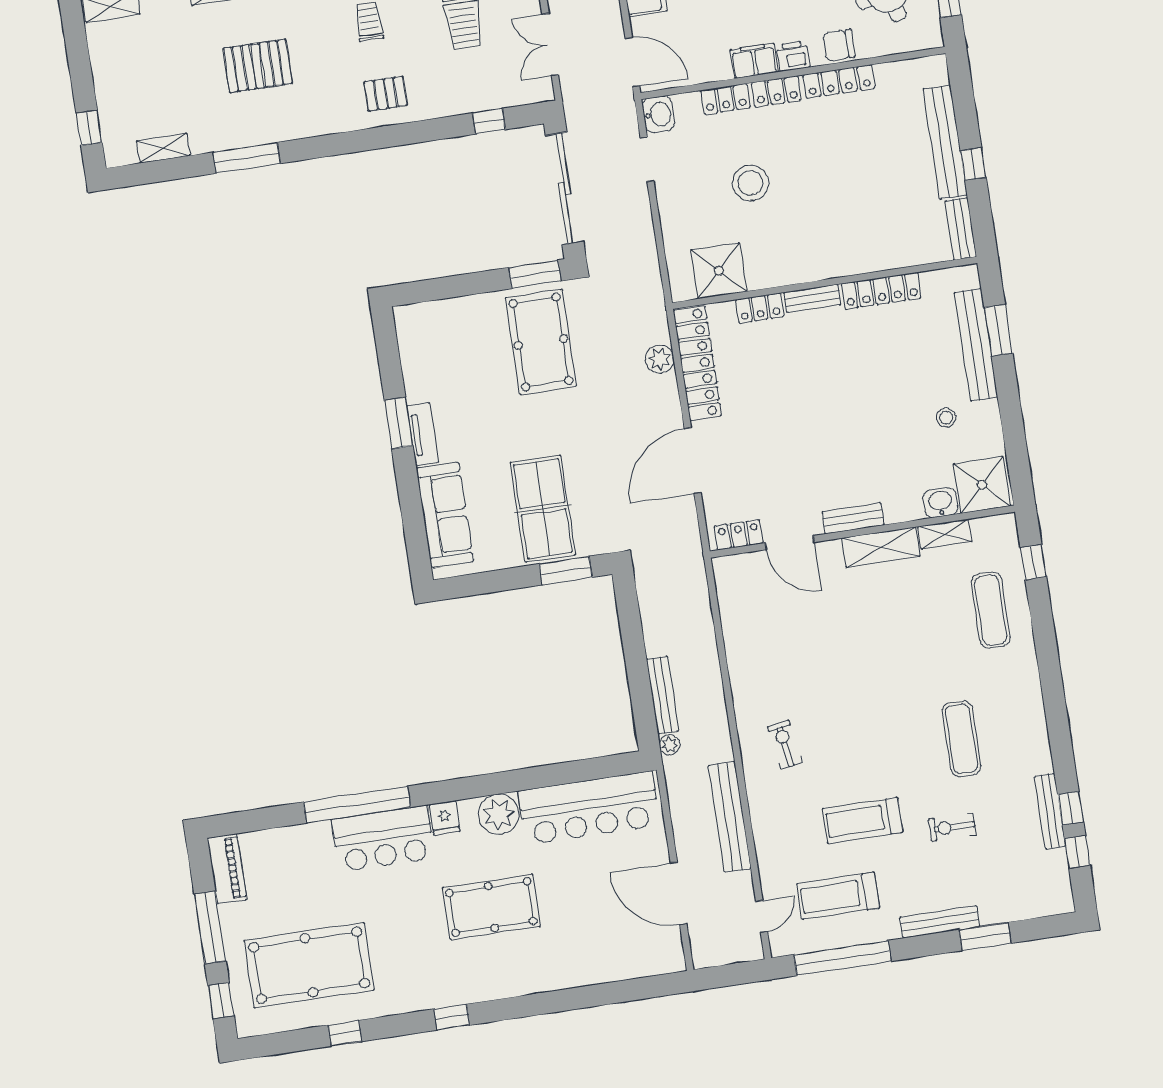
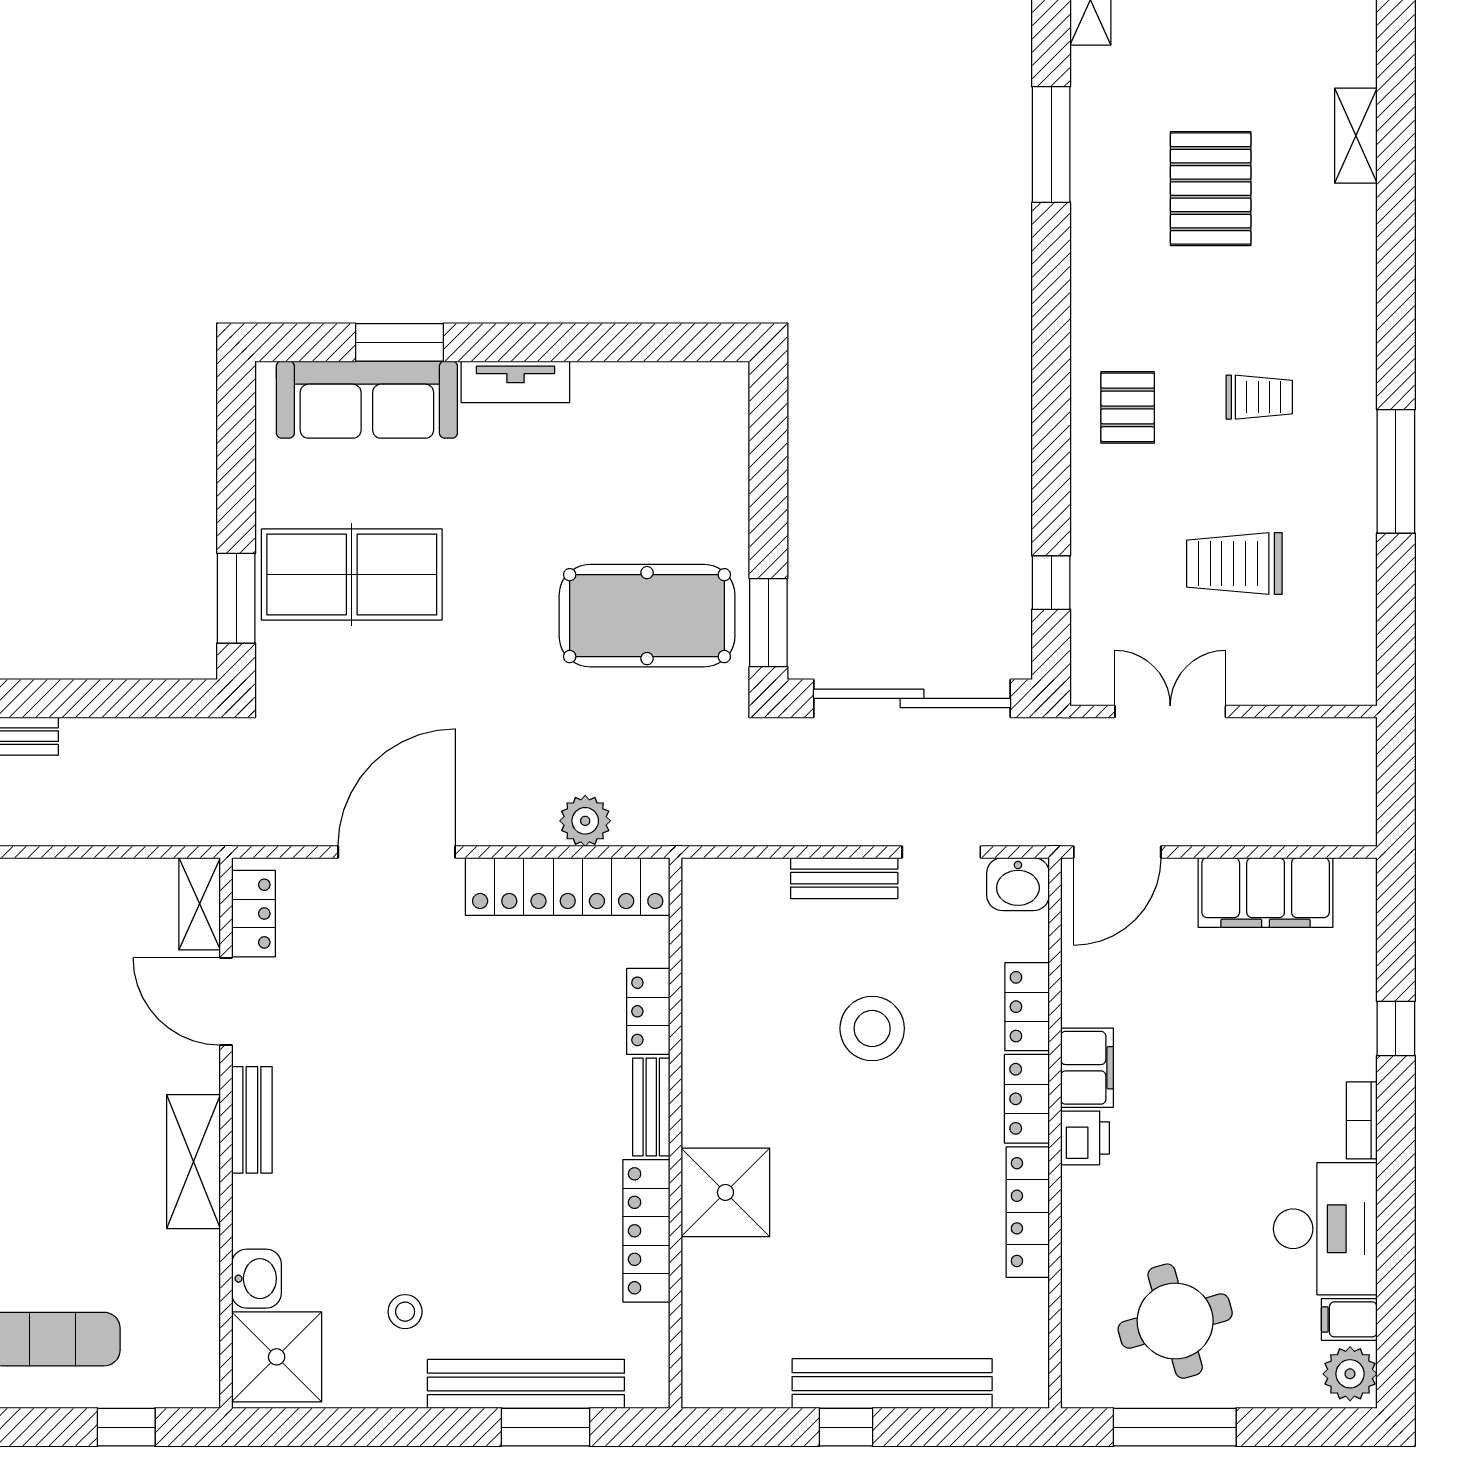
chair: (839, 45) -> (1092, 1221), removed
bench: (961, 229) -> (844, 878), moved
shower: (719, 271) -> (725, 1192), moved
window: (399, 423) -> (400, 342), moved
door: (693, 461) -> (397, 852), hinge flipped
shelving: (945, 534) -> (200, 904), moved
door: (790, 543) -> (226, 1002), hinge flipped

